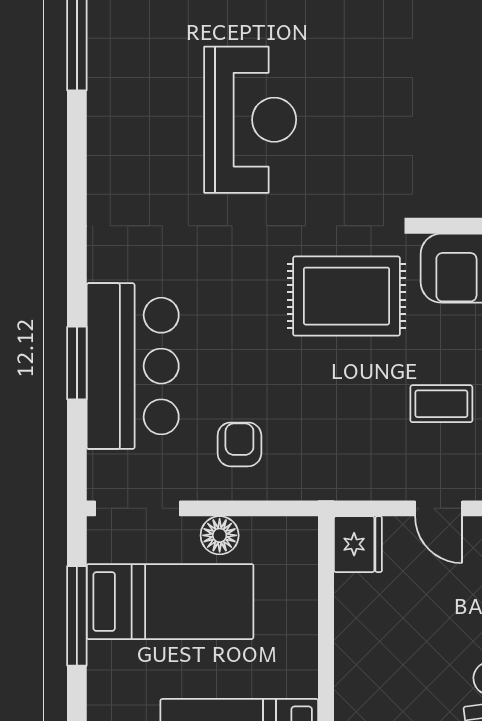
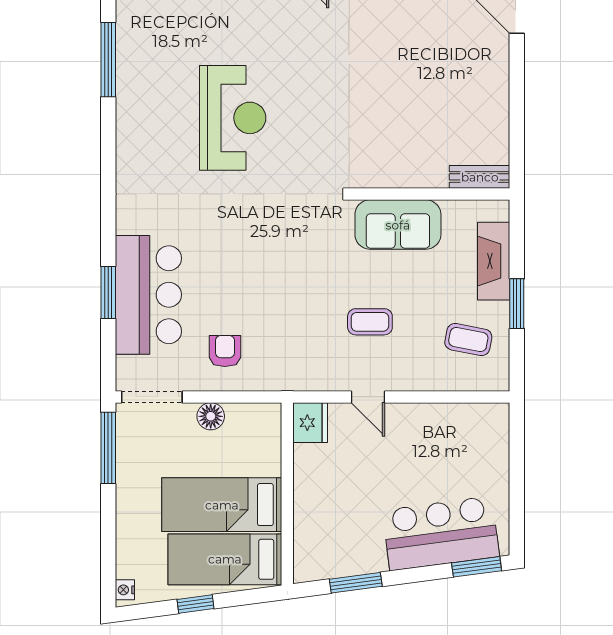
rug: (346, 296) -> (302, 245), removed
bed: (170, 602) -> (222, 505), moved, turned 180
window: (77, 616) -> (108, 448), moved

